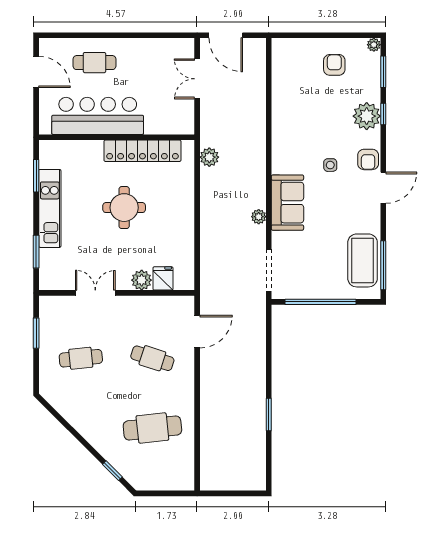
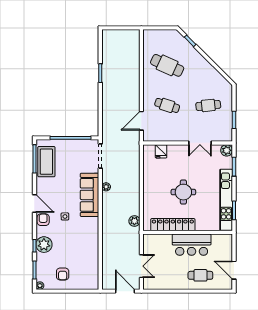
bar counter: (98, 116) -> (192, 245), width x0.73
door: (383, 188) -> (34, 203), swing flipped
sofa: (287, 203) -> (90, 195), width x1.36
kitchen unit: (50, 208) -> (226, 200), width x1.36
plant: (142, 280) -> (227, 150), moved
cafe table: (152, 428) -> (167, 65), turned 30

